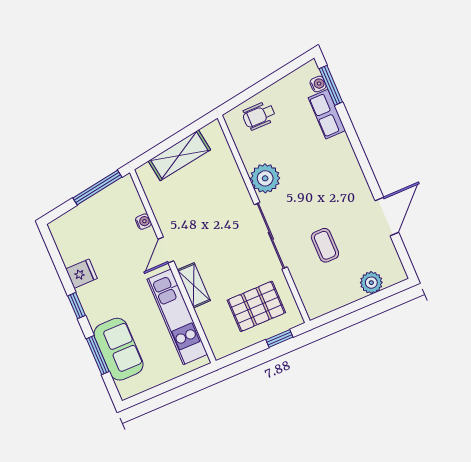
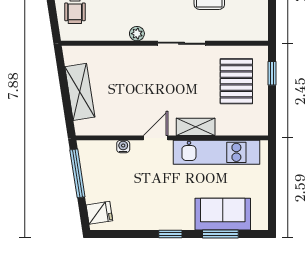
plant: (265, 178) -> (137, 34), width x0.53, depth x0.53
sliding door: (271, 236) -> (182, 43), width x0.73
door: (166, 250) -> (156, 138), swing flipped
fridge: (81, 274) -> (99, 213), moved, turned 81

